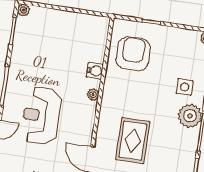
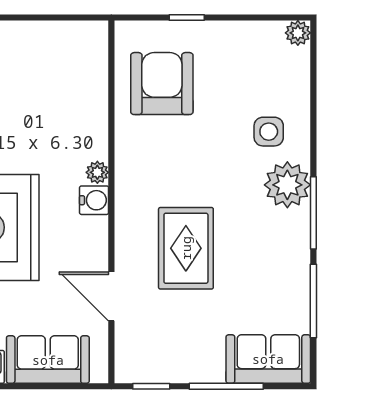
water cooler: (95, 71) -> (94, 200), moved

